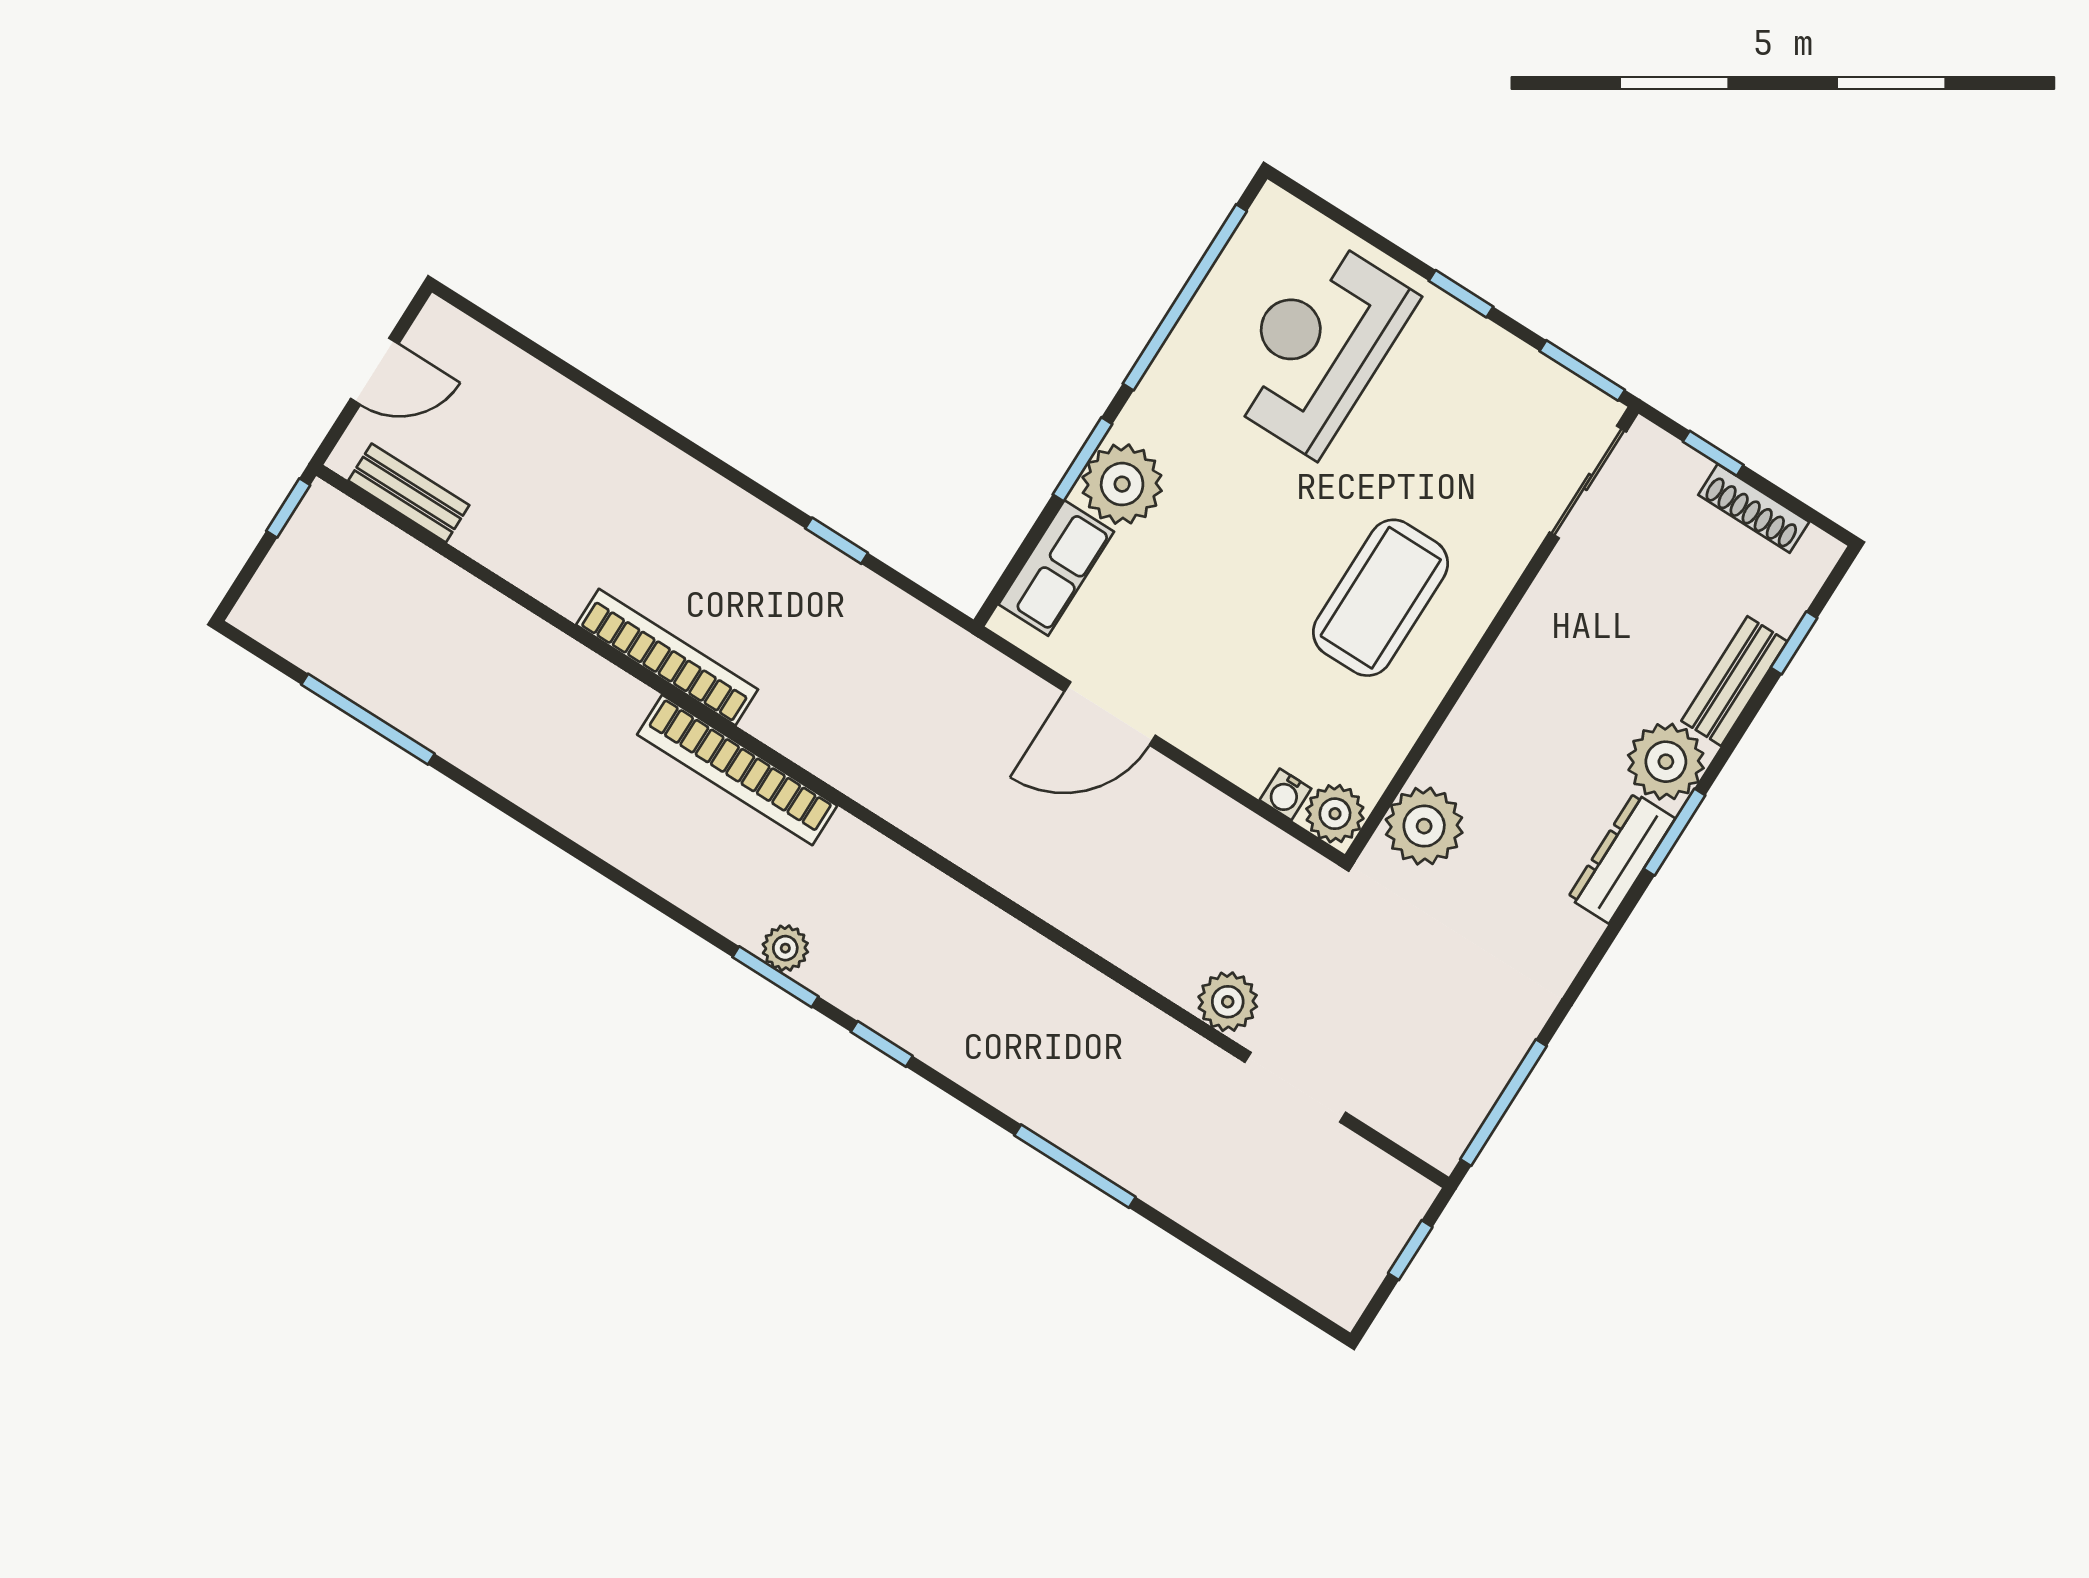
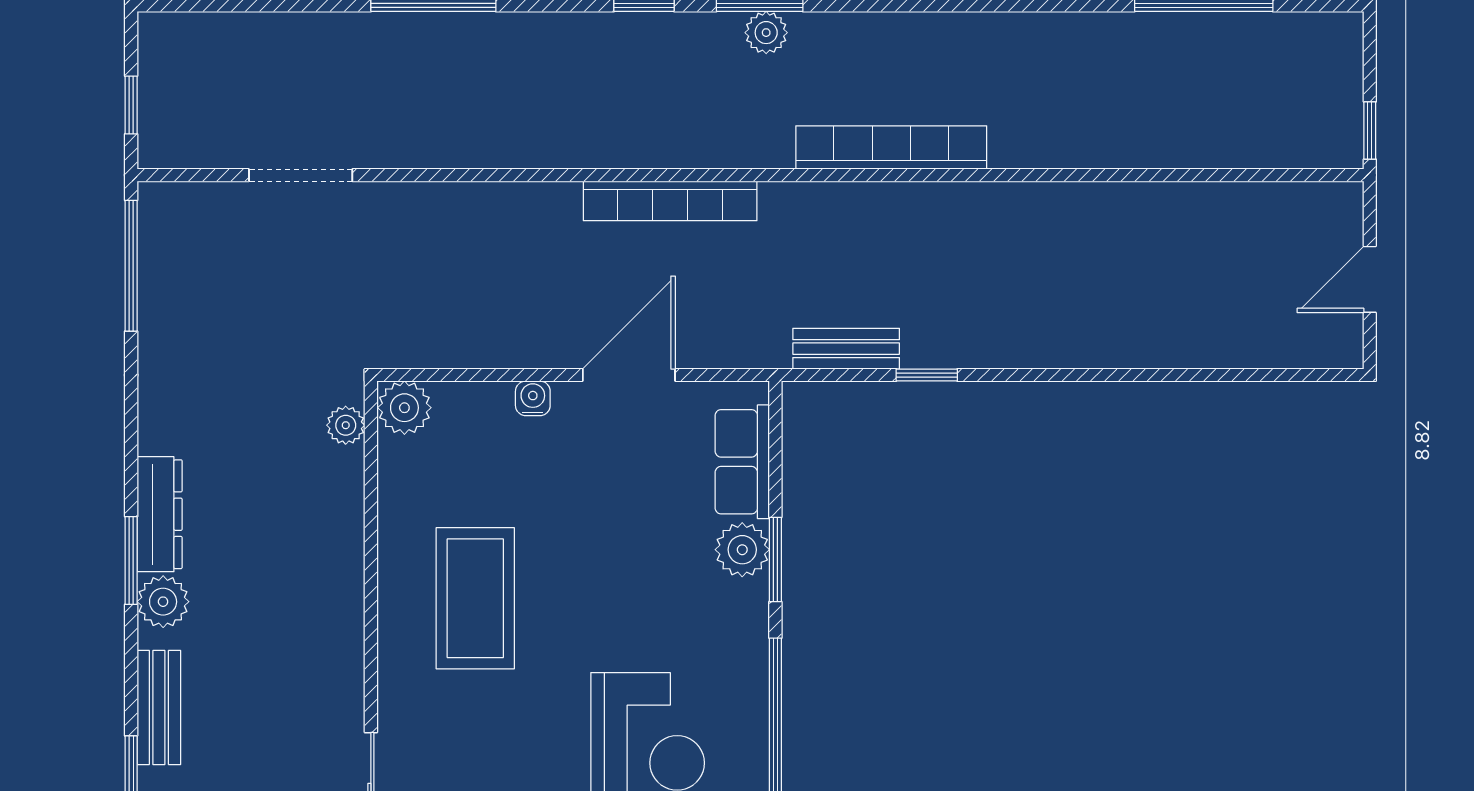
plant: (1122, 484) -> (742, 550), width x0.73, depth x0.73
bench: (409, 493) -> (846, 349), moved
bookcase: (667, 657) -> (670, 201), moved
plant: (1666, 762) -> (163, 602), width x0.73, depth x0.73
water cooler: (1285, 794) -> (533, 398), moved
plant: (1424, 826) -> (346, 425), width x0.53, depth x0.53
plant: (1228, 1002) -> (395, 209), removed

